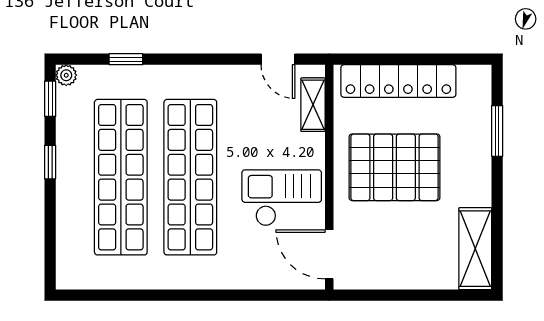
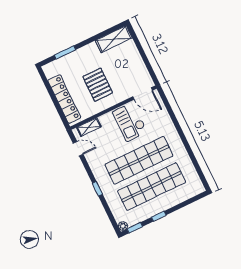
window: (126, 59) -> (97, 189), moved
door: (278, 59) -> (78, 149), hinge flipped
pallet: (394, 167) -> (98, 85), width x0.73, depth x0.71
door: (329, 254) -> (143, 93), hinge flipped

